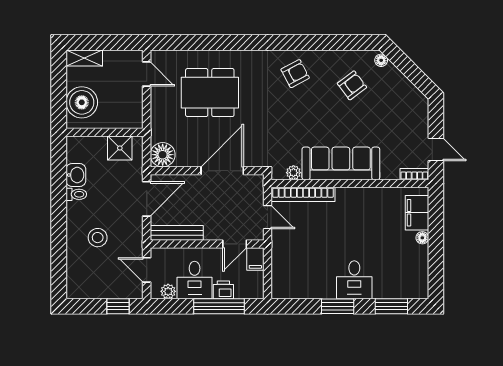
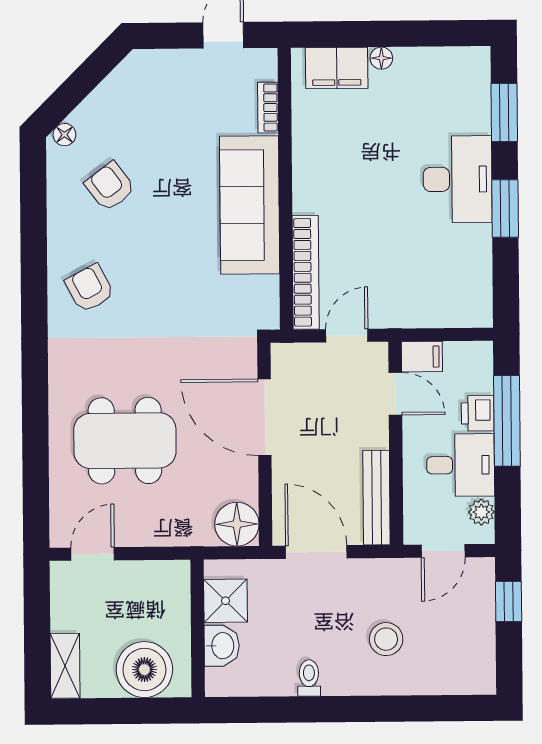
dining table: (210, 93) -> (125, 441), turned 90
plant: (293, 173) -> (267, 290), removed
bookcase: (414, 174) -> (268, 108), moved
washbasin: (76, 175) -> (222, 646), moved, turned 90
desk: (354, 280) -> (458, 179), width x1.37

